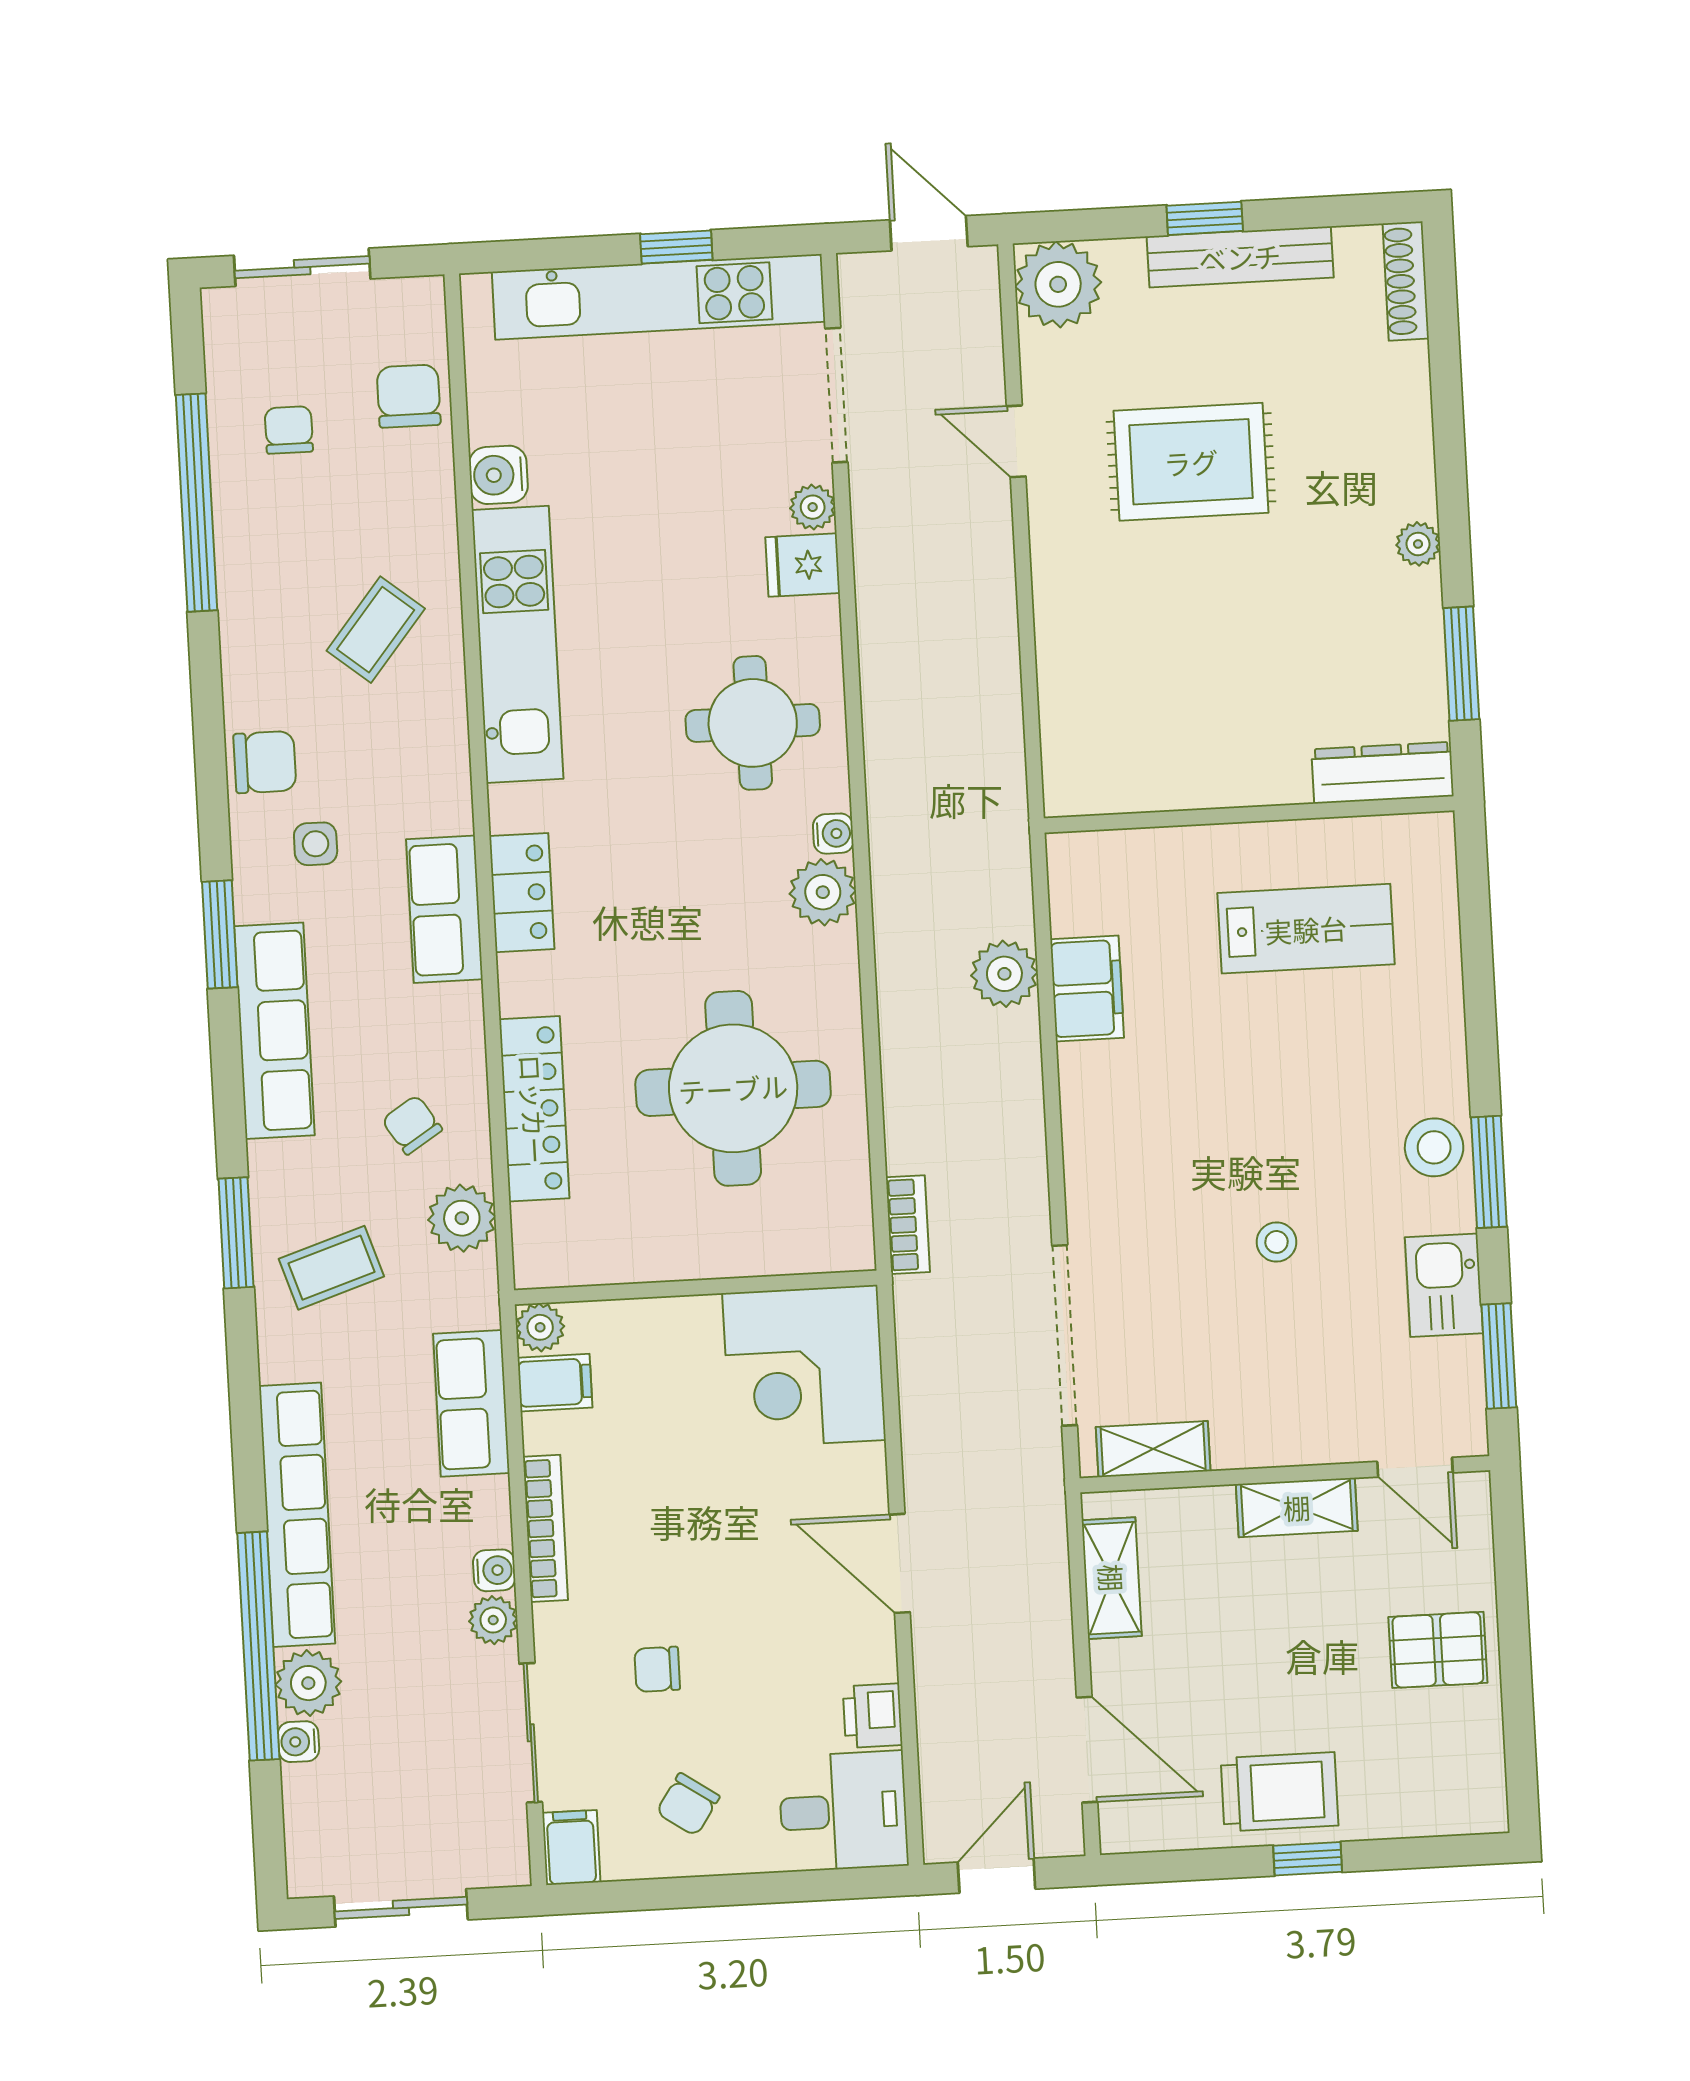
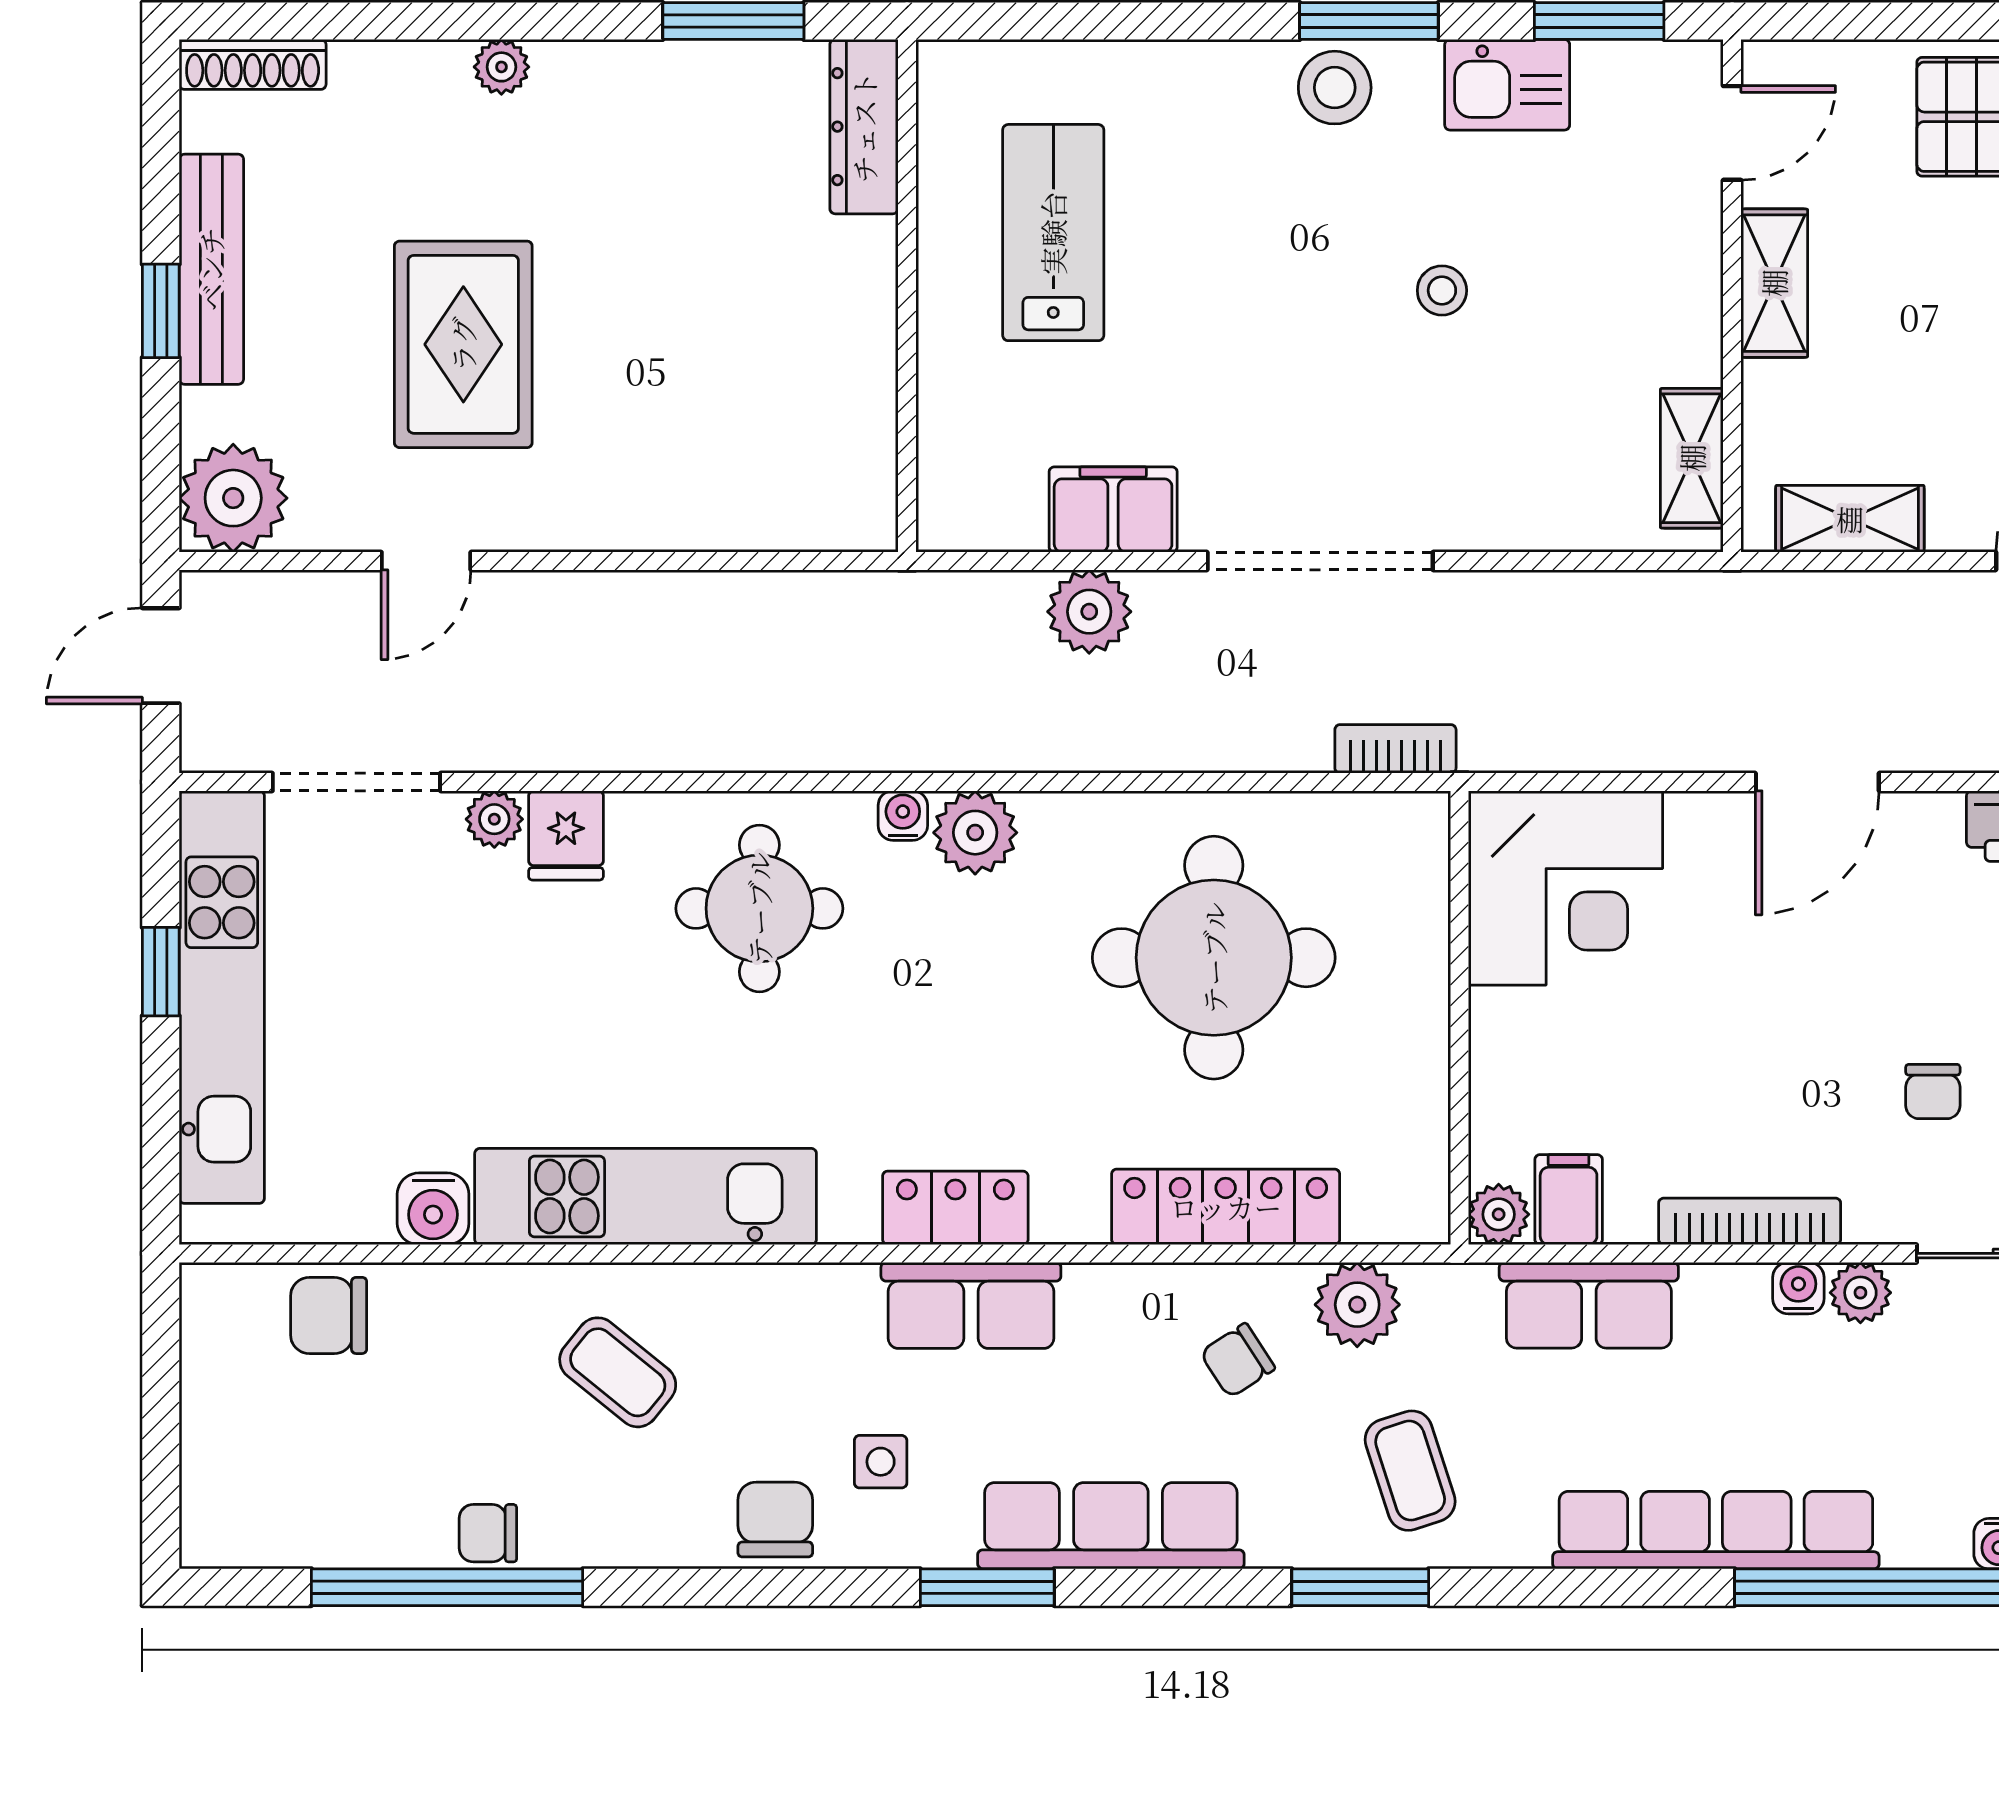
sliding door: (302, 267) -> (161, 1439), removed
chair: (289, 430) -> (488, 1533), moved
plant: (1418, 544) -> (501, 67), moved
doorway: (1065, 1335) -> (1320, 561), moved
plant: (308, 1683) -> (1927, 1527), removed

